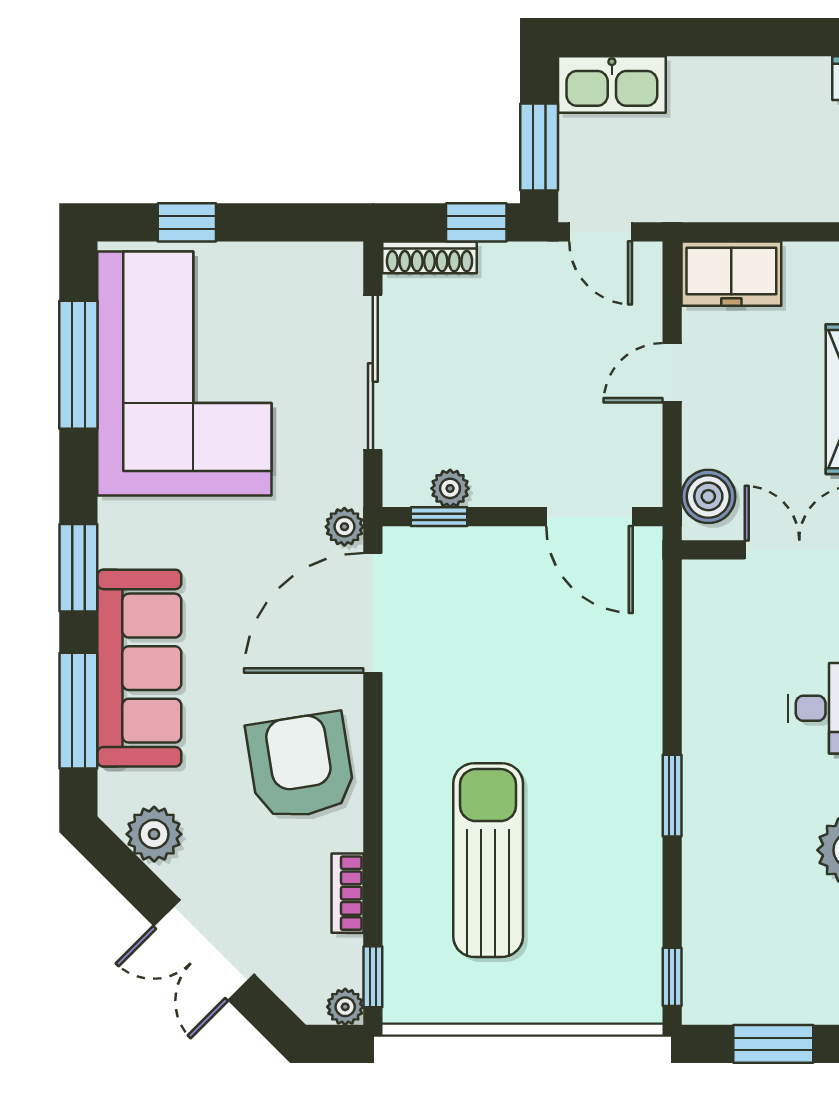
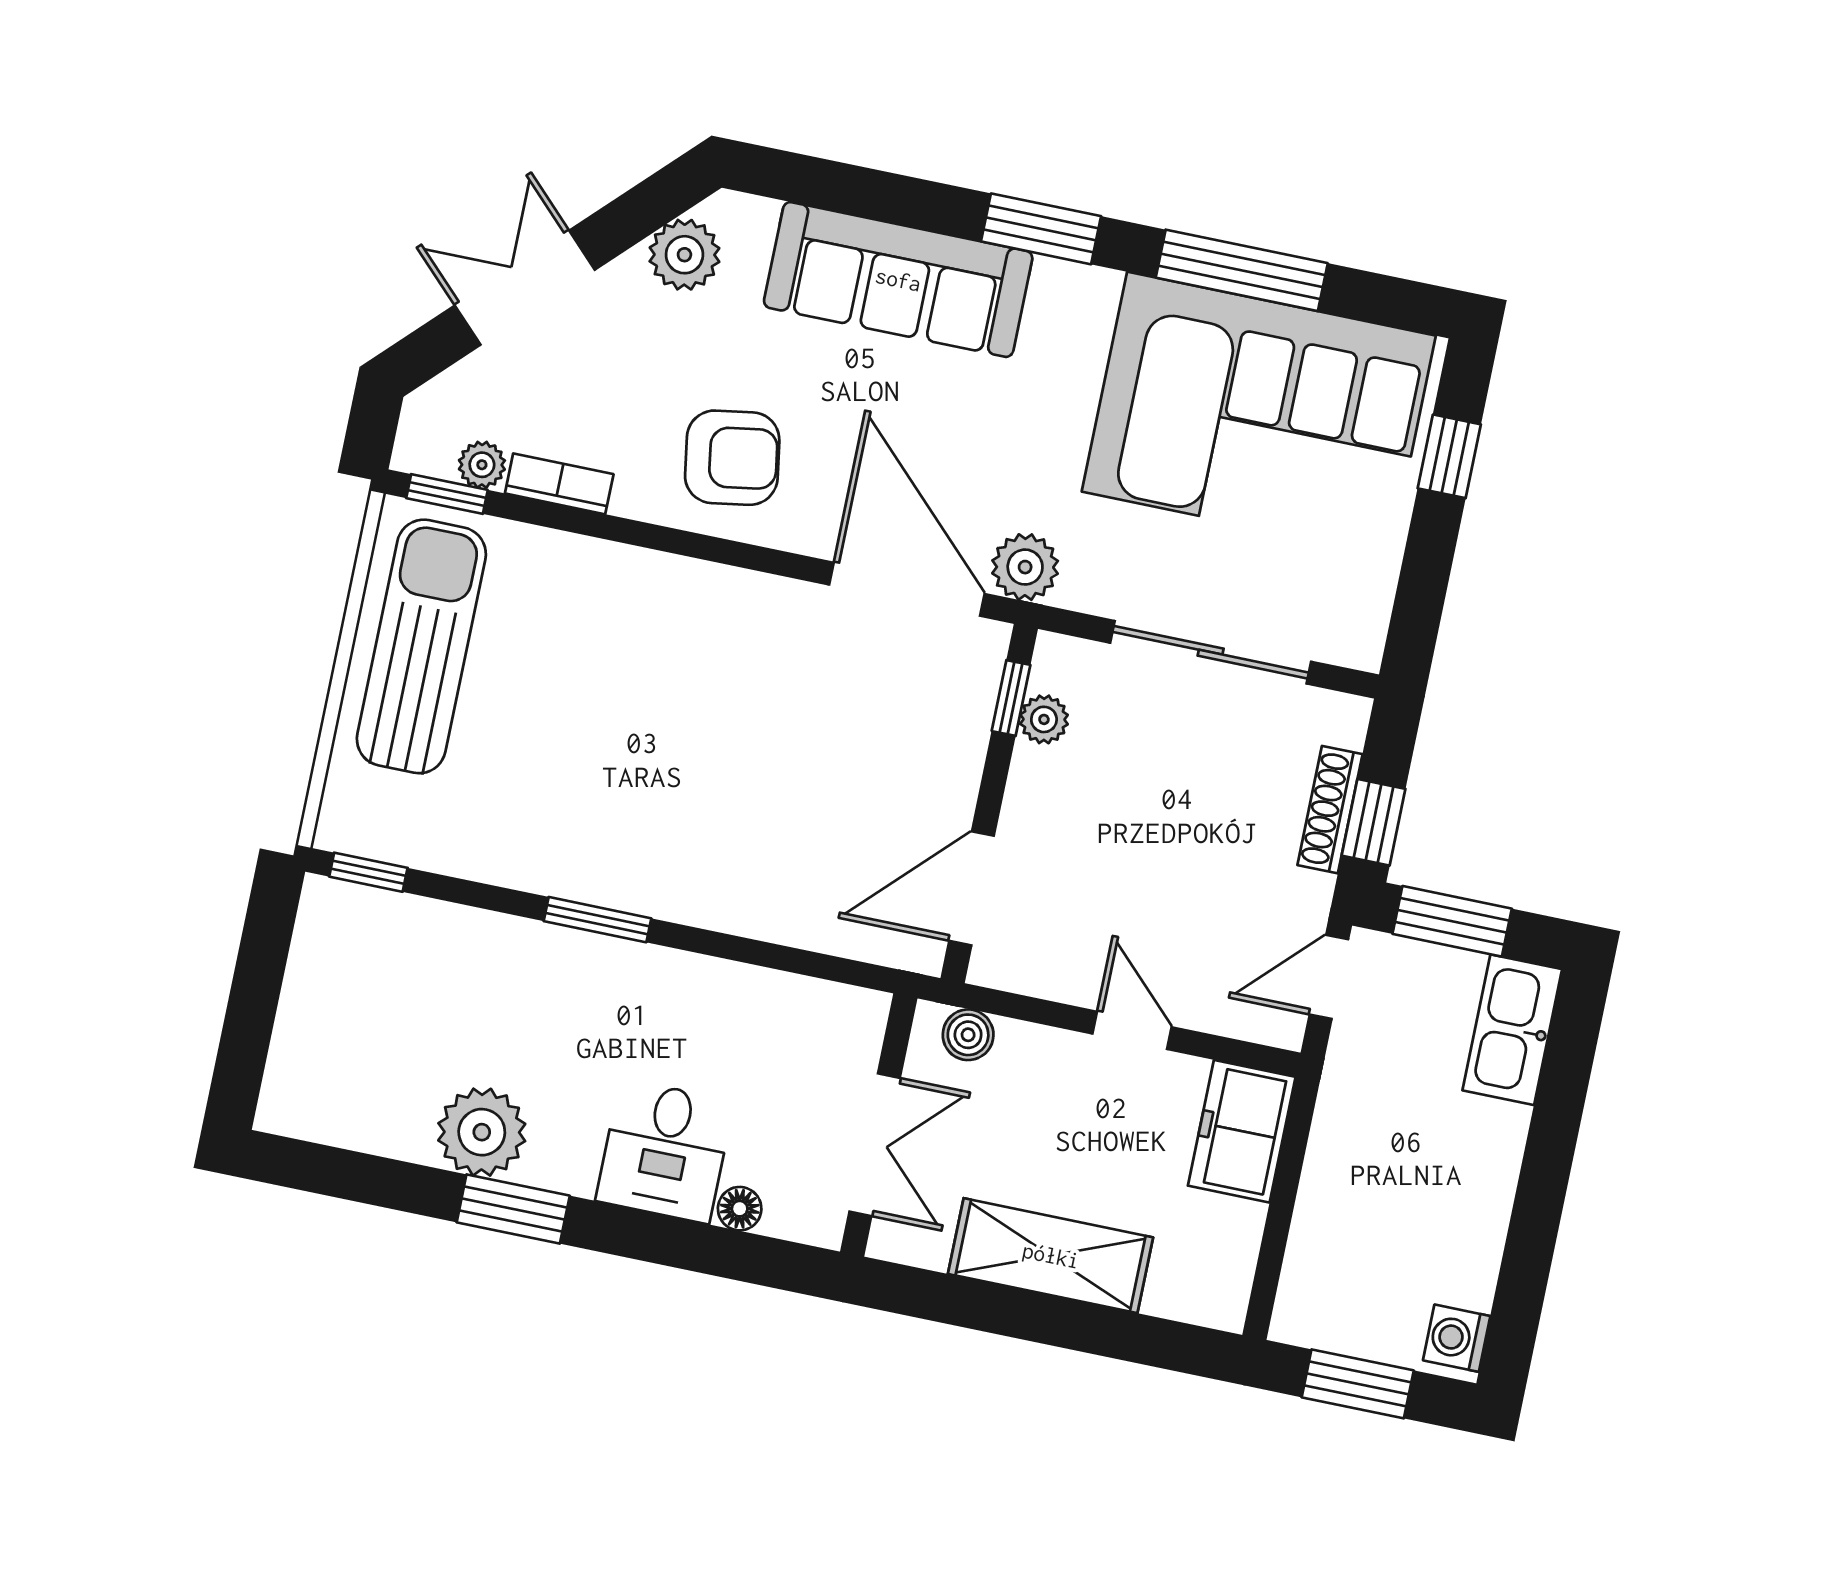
shoe rack: (430, 257) -> (1330, 810), moved
window: (78, 365) -> (1242, 270), moved
boiler: (708, 496) -> (968, 1035), width x0.73, depth x0.73
plant: (344, 527) -> (1025, 567), width x1.38, depth x1.38
window: (78, 711) -> (860, 191), removed
armchair: (301, 766) -> (732, 458), width x0.73, depth x0.73
sun lounger: (488, 860) -> (421, 646), moved, turned -90
plant: (345, 1007) -> (482, 465), moved
window: (773, 1044) -> (257, 983), removed

